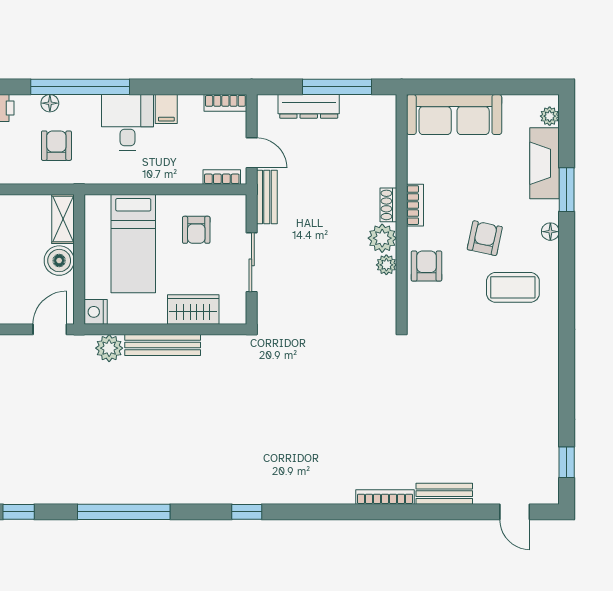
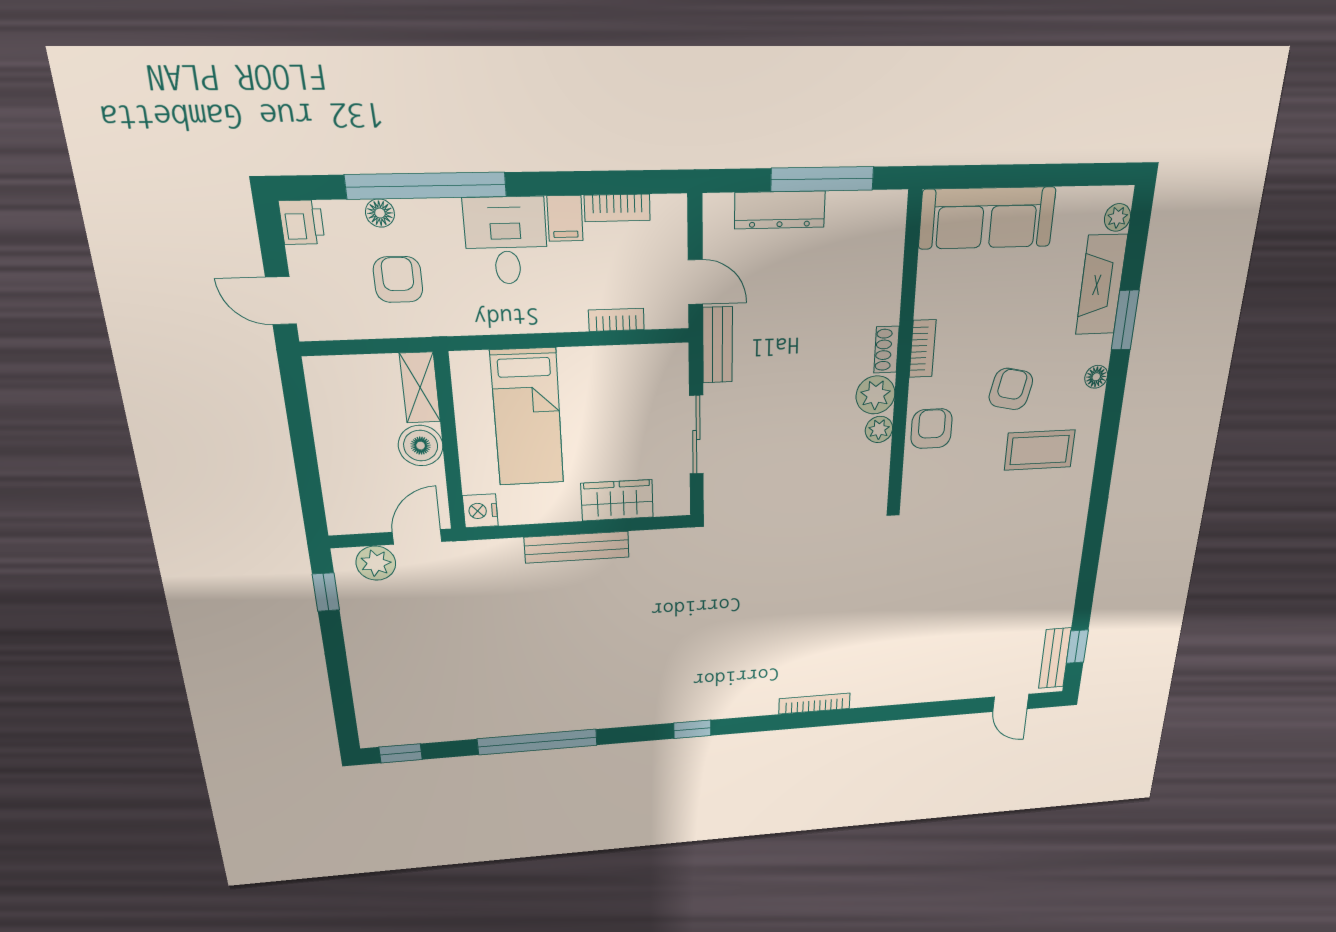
bookcase: (225, 103) -> (617, 208), moved
bookcase: (222, 177) -> (616, 320), moved
armchair: (196, 230) -> (617, 395), removed
plant: (109, 348) -> (376, 563), moved
bench: (444, 494) -> (1055, 658), moved, turned 90
bookcase: (385, 497) -> (814, 704), moved

